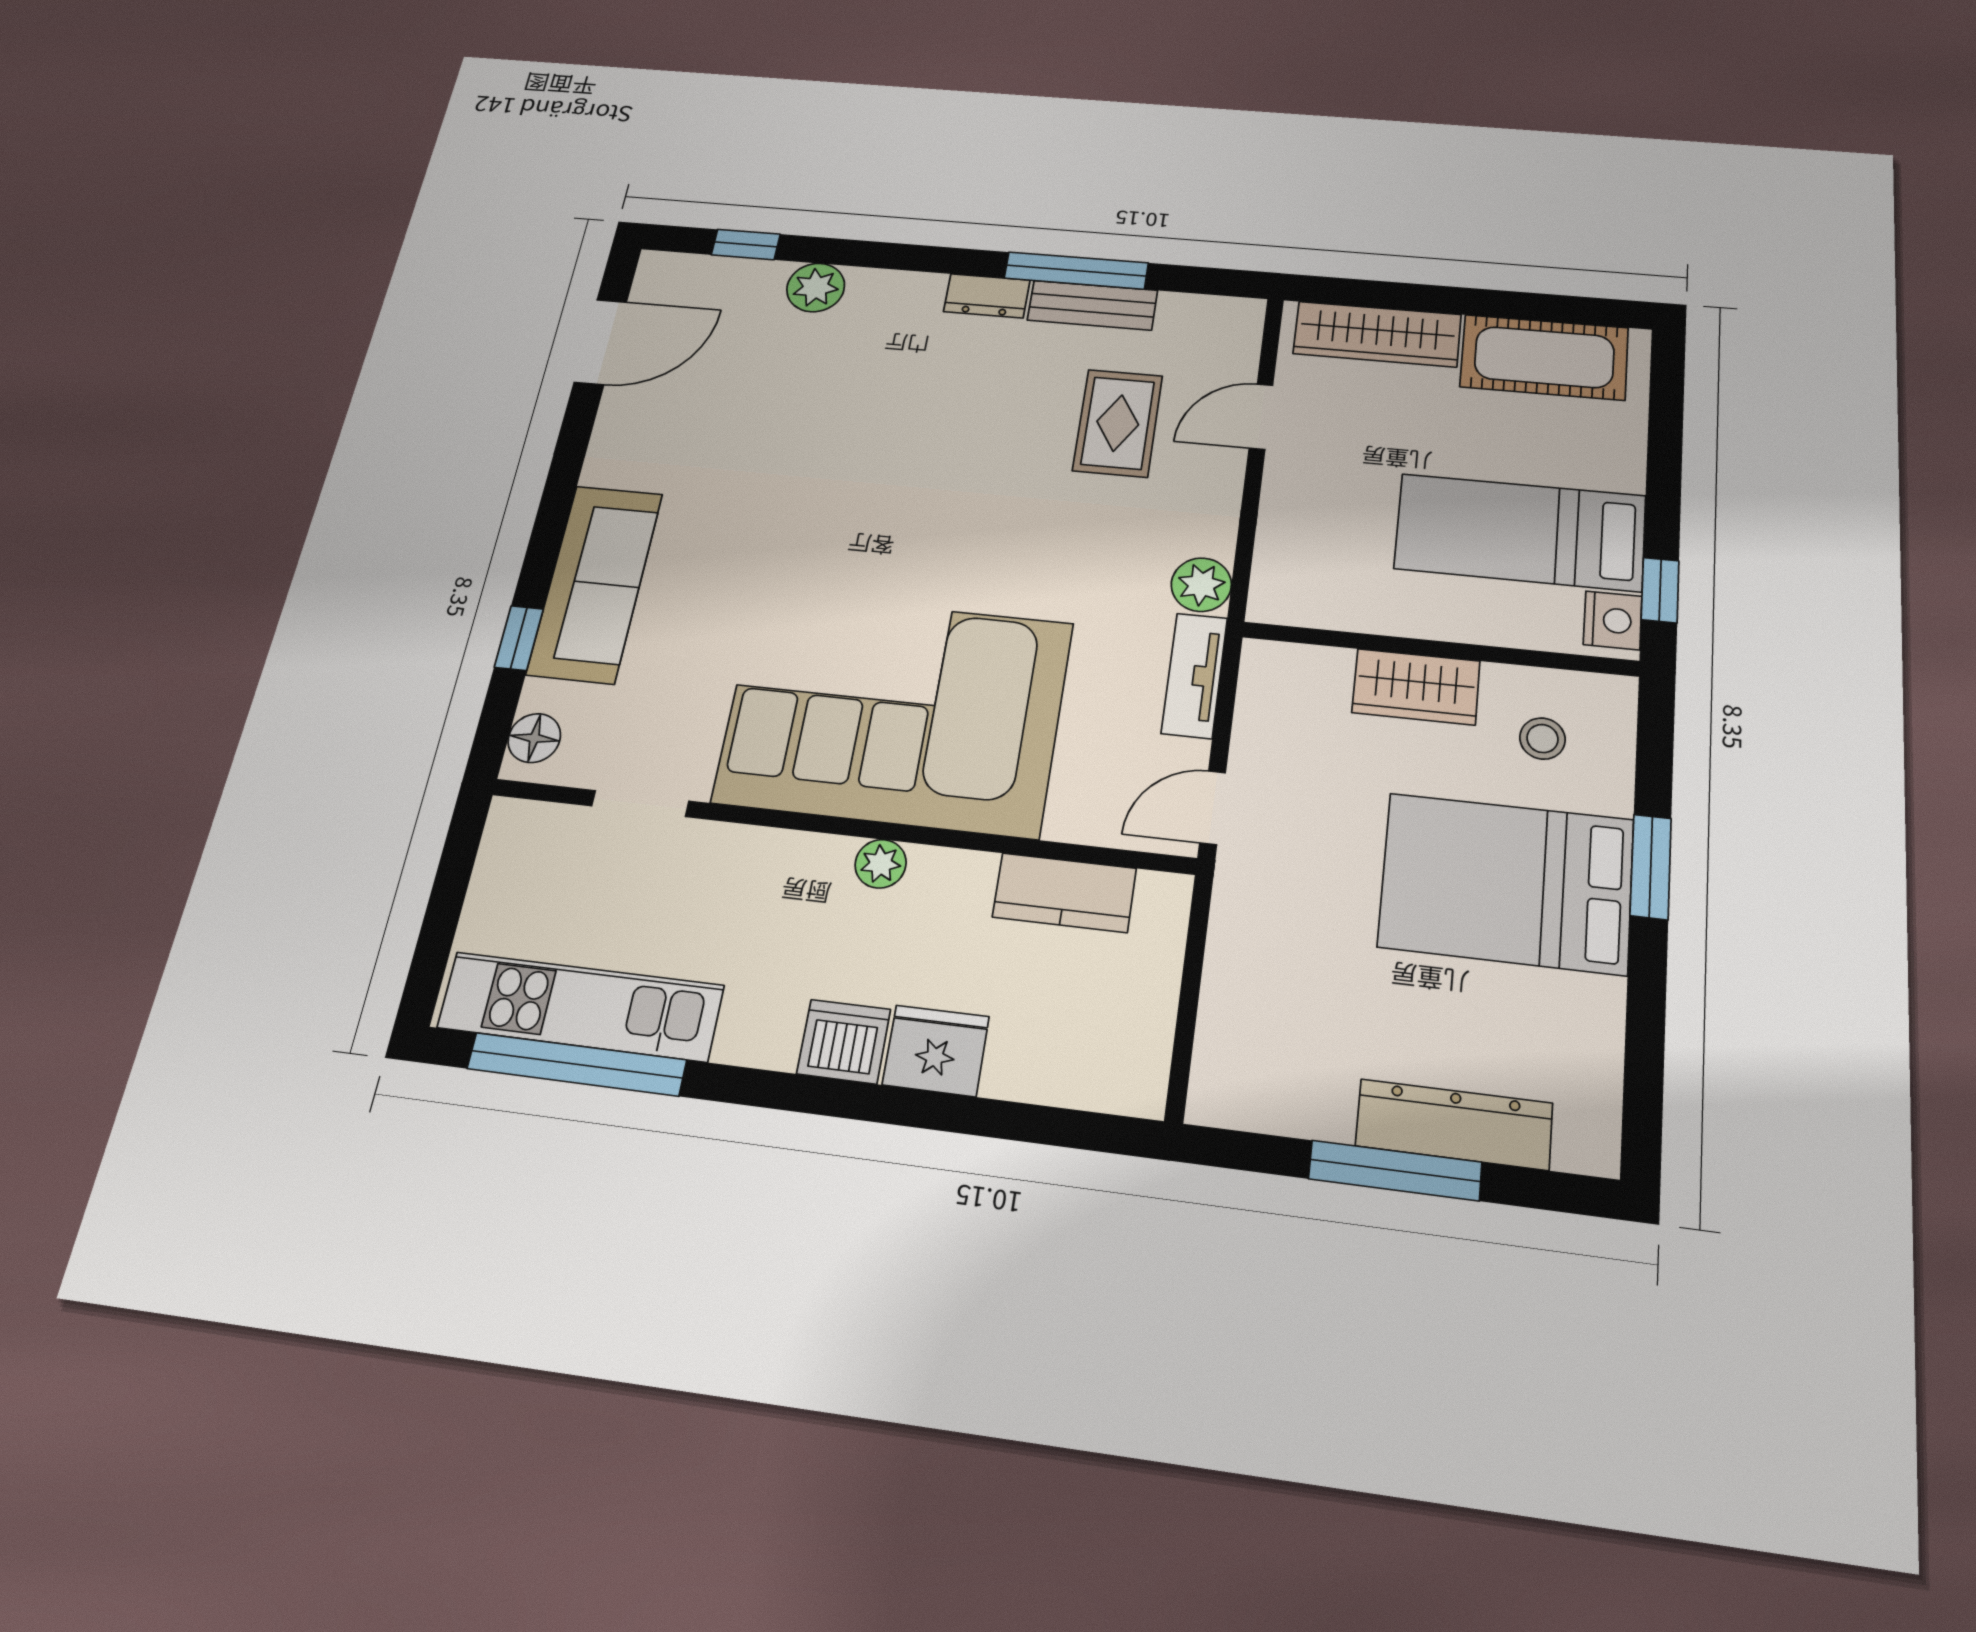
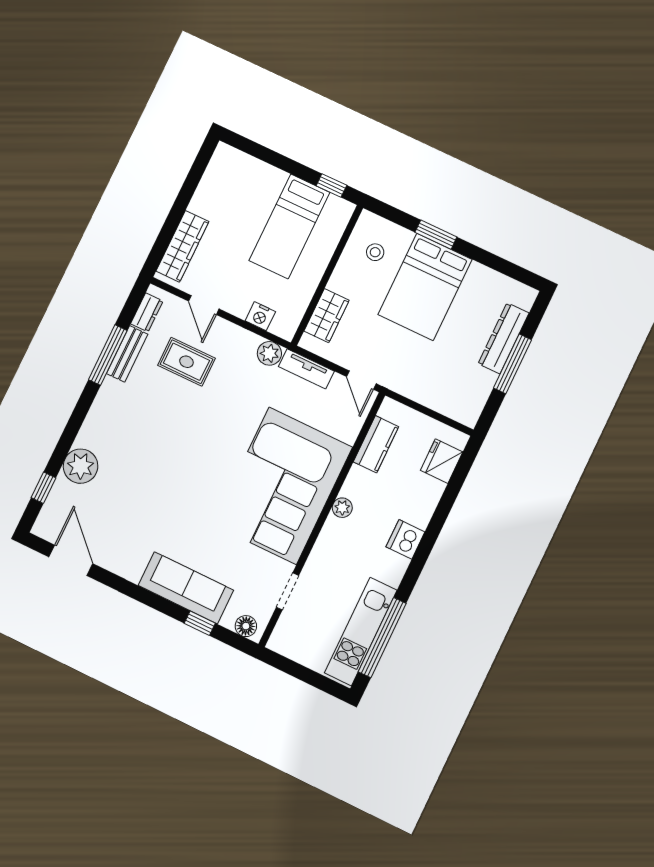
plant: (816, 287) -> (81, 466), width x1.36, depth x1.36
dresser: (987, 296) -> (147, 312), moved
cot: (1544, 357) -> (217, 186), removed
nightstand: (1613, 620) -> (260, 316), moved, turned 180
wardrobe: (1416, 687) -> (327, 316), moved
fridge: (936, 1051) -> (442, 461), moved

